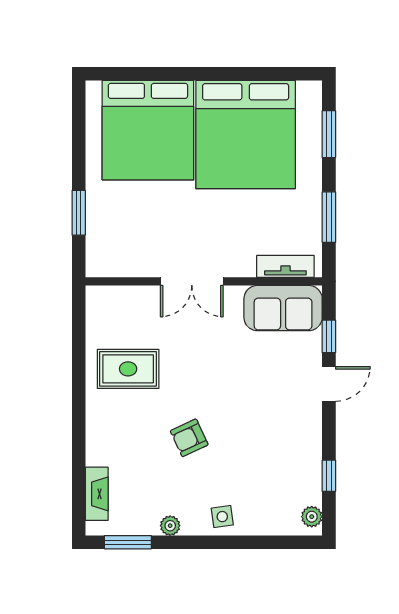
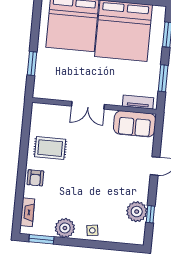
window: (329, 336) -> (157, 141), removed
armchair: (189, 438) -> (35, 178), moved, turned -65
plant: (312, 517) -> (137, 212), moved, width x1.88, depth x1.88
plant: (170, 526) -> (65, 228), width x1.88, depth x1.88

